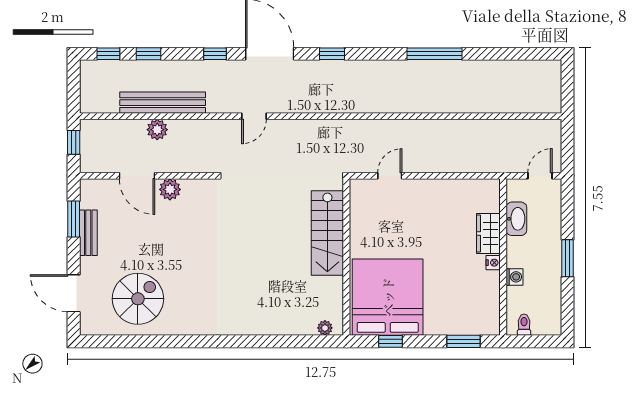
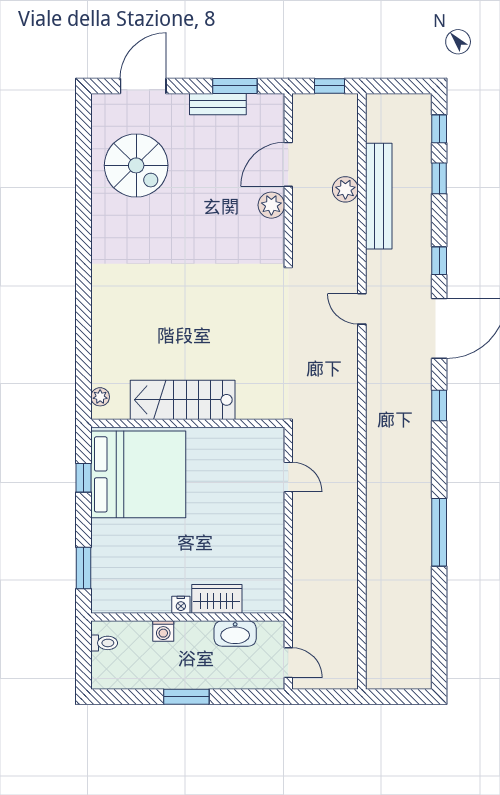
stairs: (327, 233) -> (183, 400), moved

